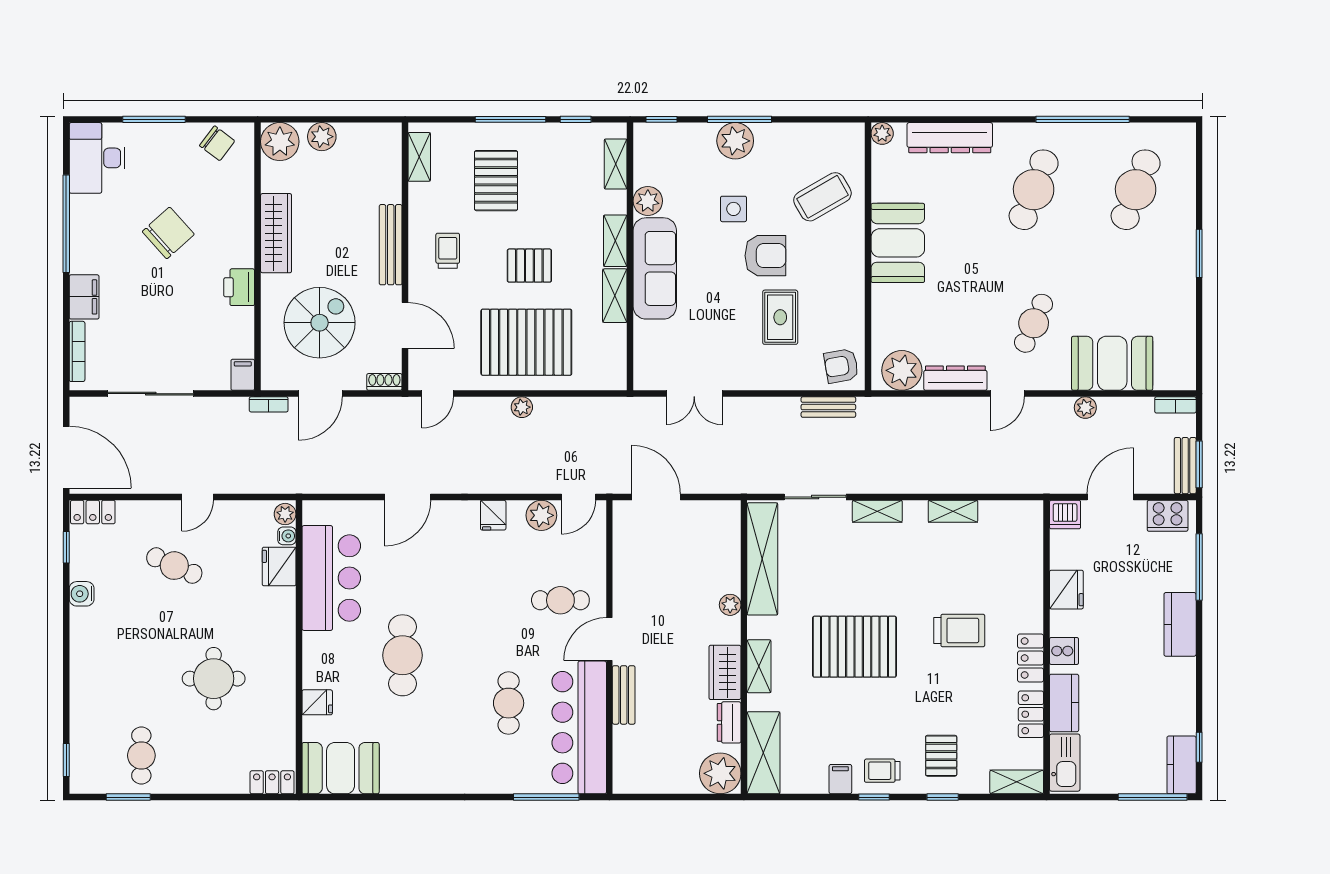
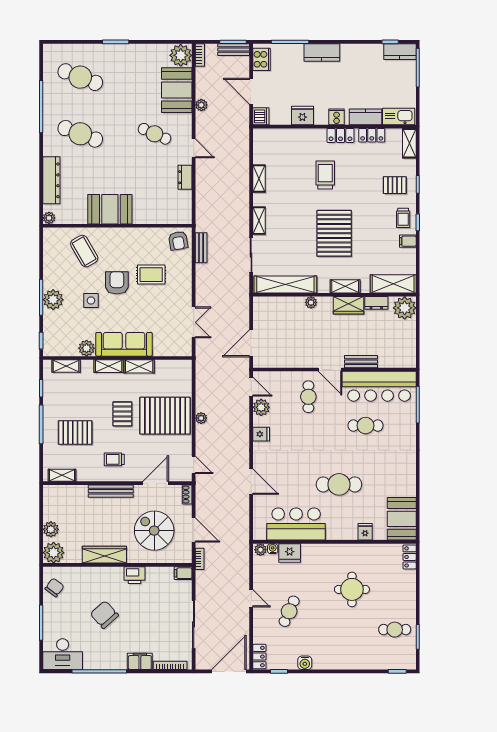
pallet: (526, 342) -> (165, 416), turned 90
plant: (902, 370) -> (181, 55), moved
dresser: (955, 378) -> (185, 177), width x0.70

